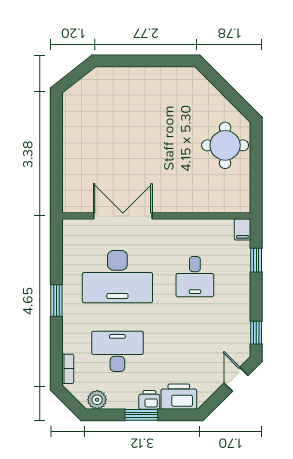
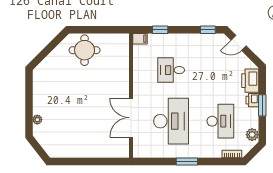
plant: (120, 74) -> (37, 120), added
desk: (195, 277) -> (171, 70), turned 180
desk: (117, 351) -> (220, 121), turned 180

